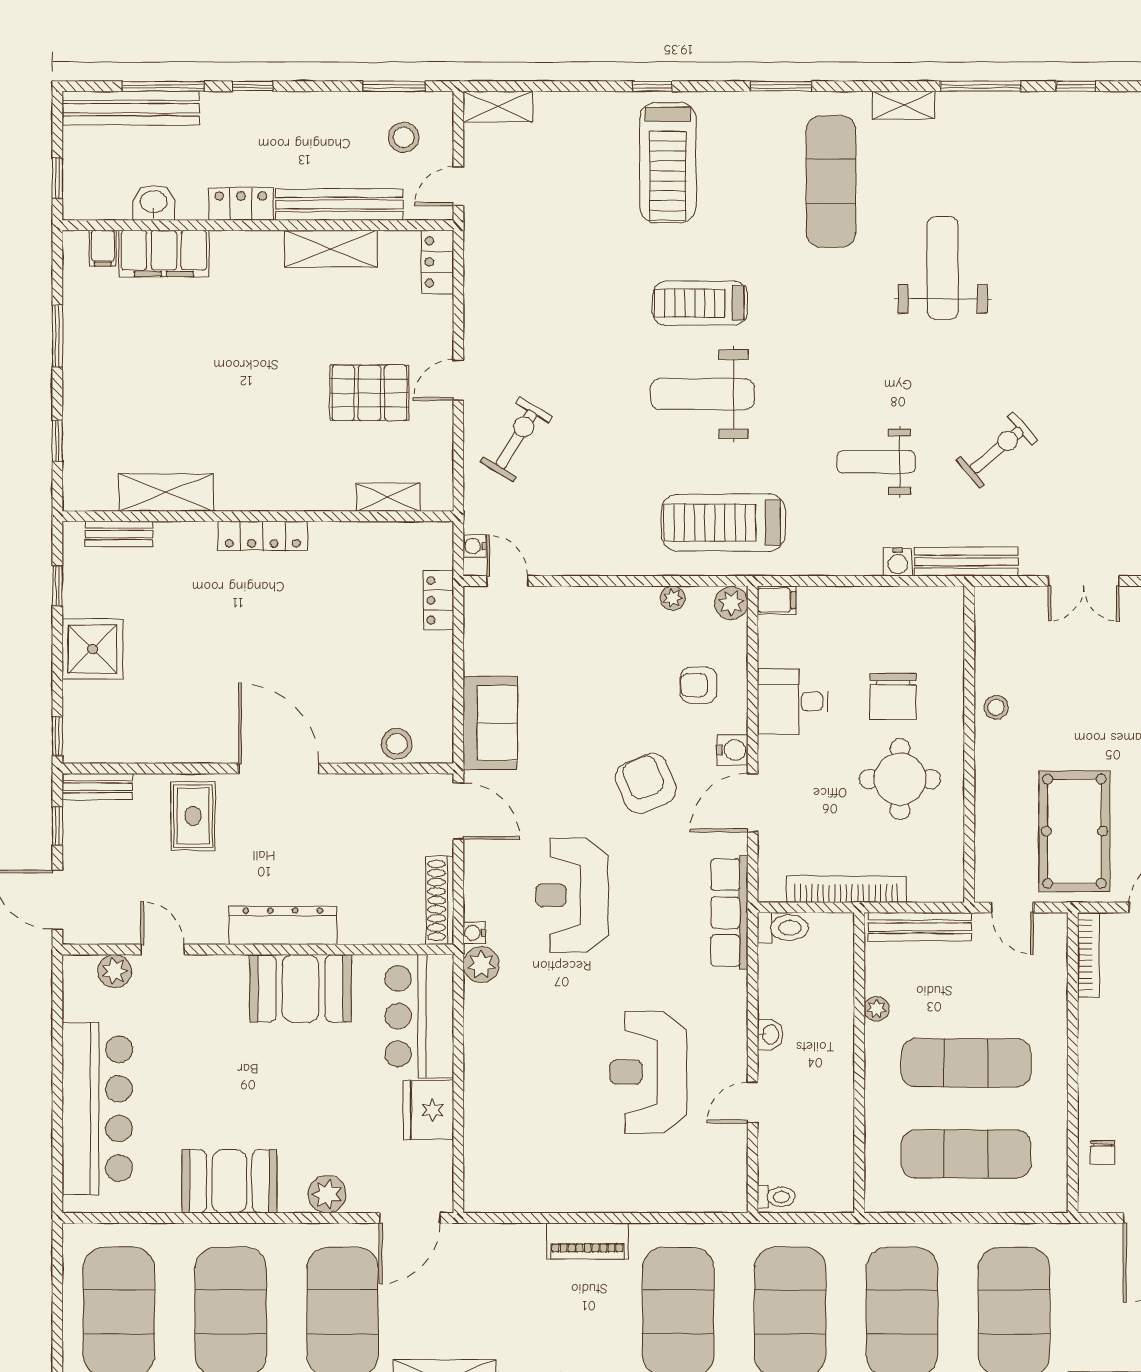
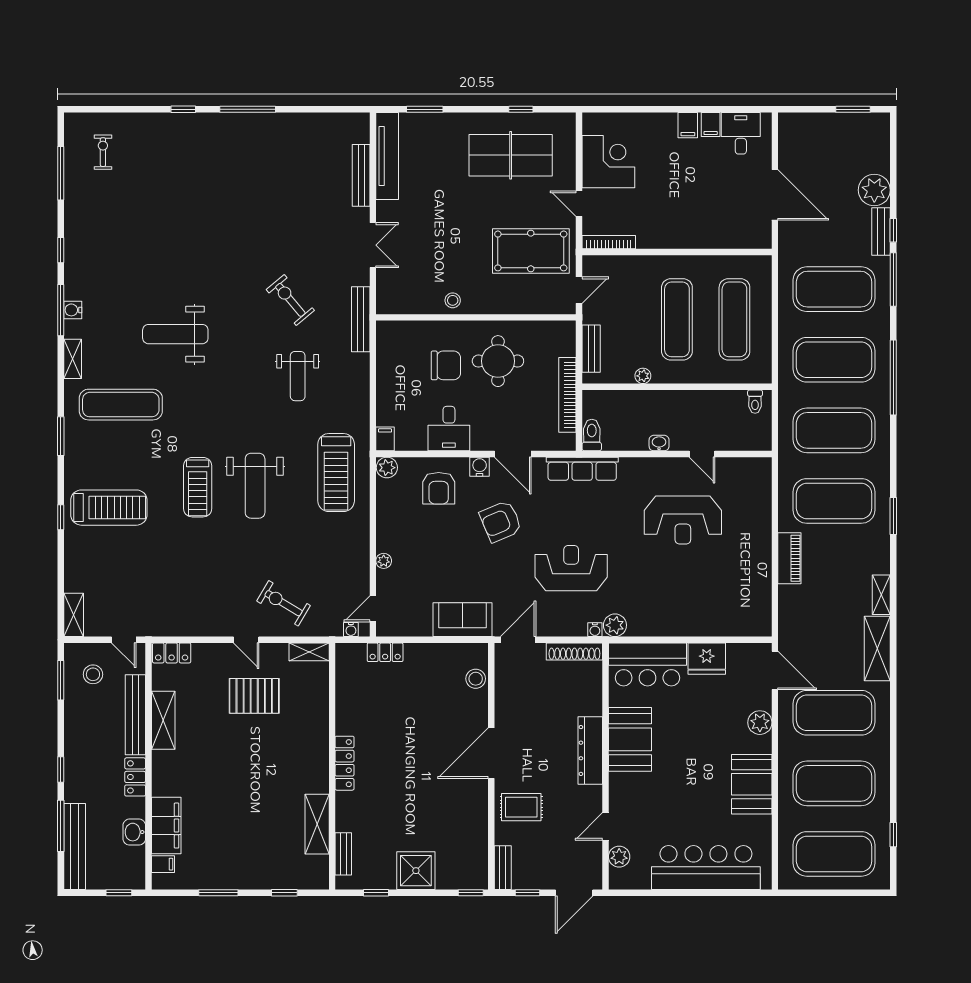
pallet: (369, 393) -> (254, 696), turned 90
shelving: (388, 497) -> (309, 652), moved, turned 90
water cooler: (898, 562) -> (73, 310), moved, turned 180
plant: (673, 598) -> (384, 561), moved
armchair: (698, 685) -> (439, 488), width x1.38, depth x1.38
reception desk: (572, 895) -> (571, 568), turned 180
bench: (920, 927) -> (591, 349), width x0.73
chair: (1103, 1152) -> (733, 233), removed
toilet: (776, 1197) -> (755, 402), moved, turned 180

